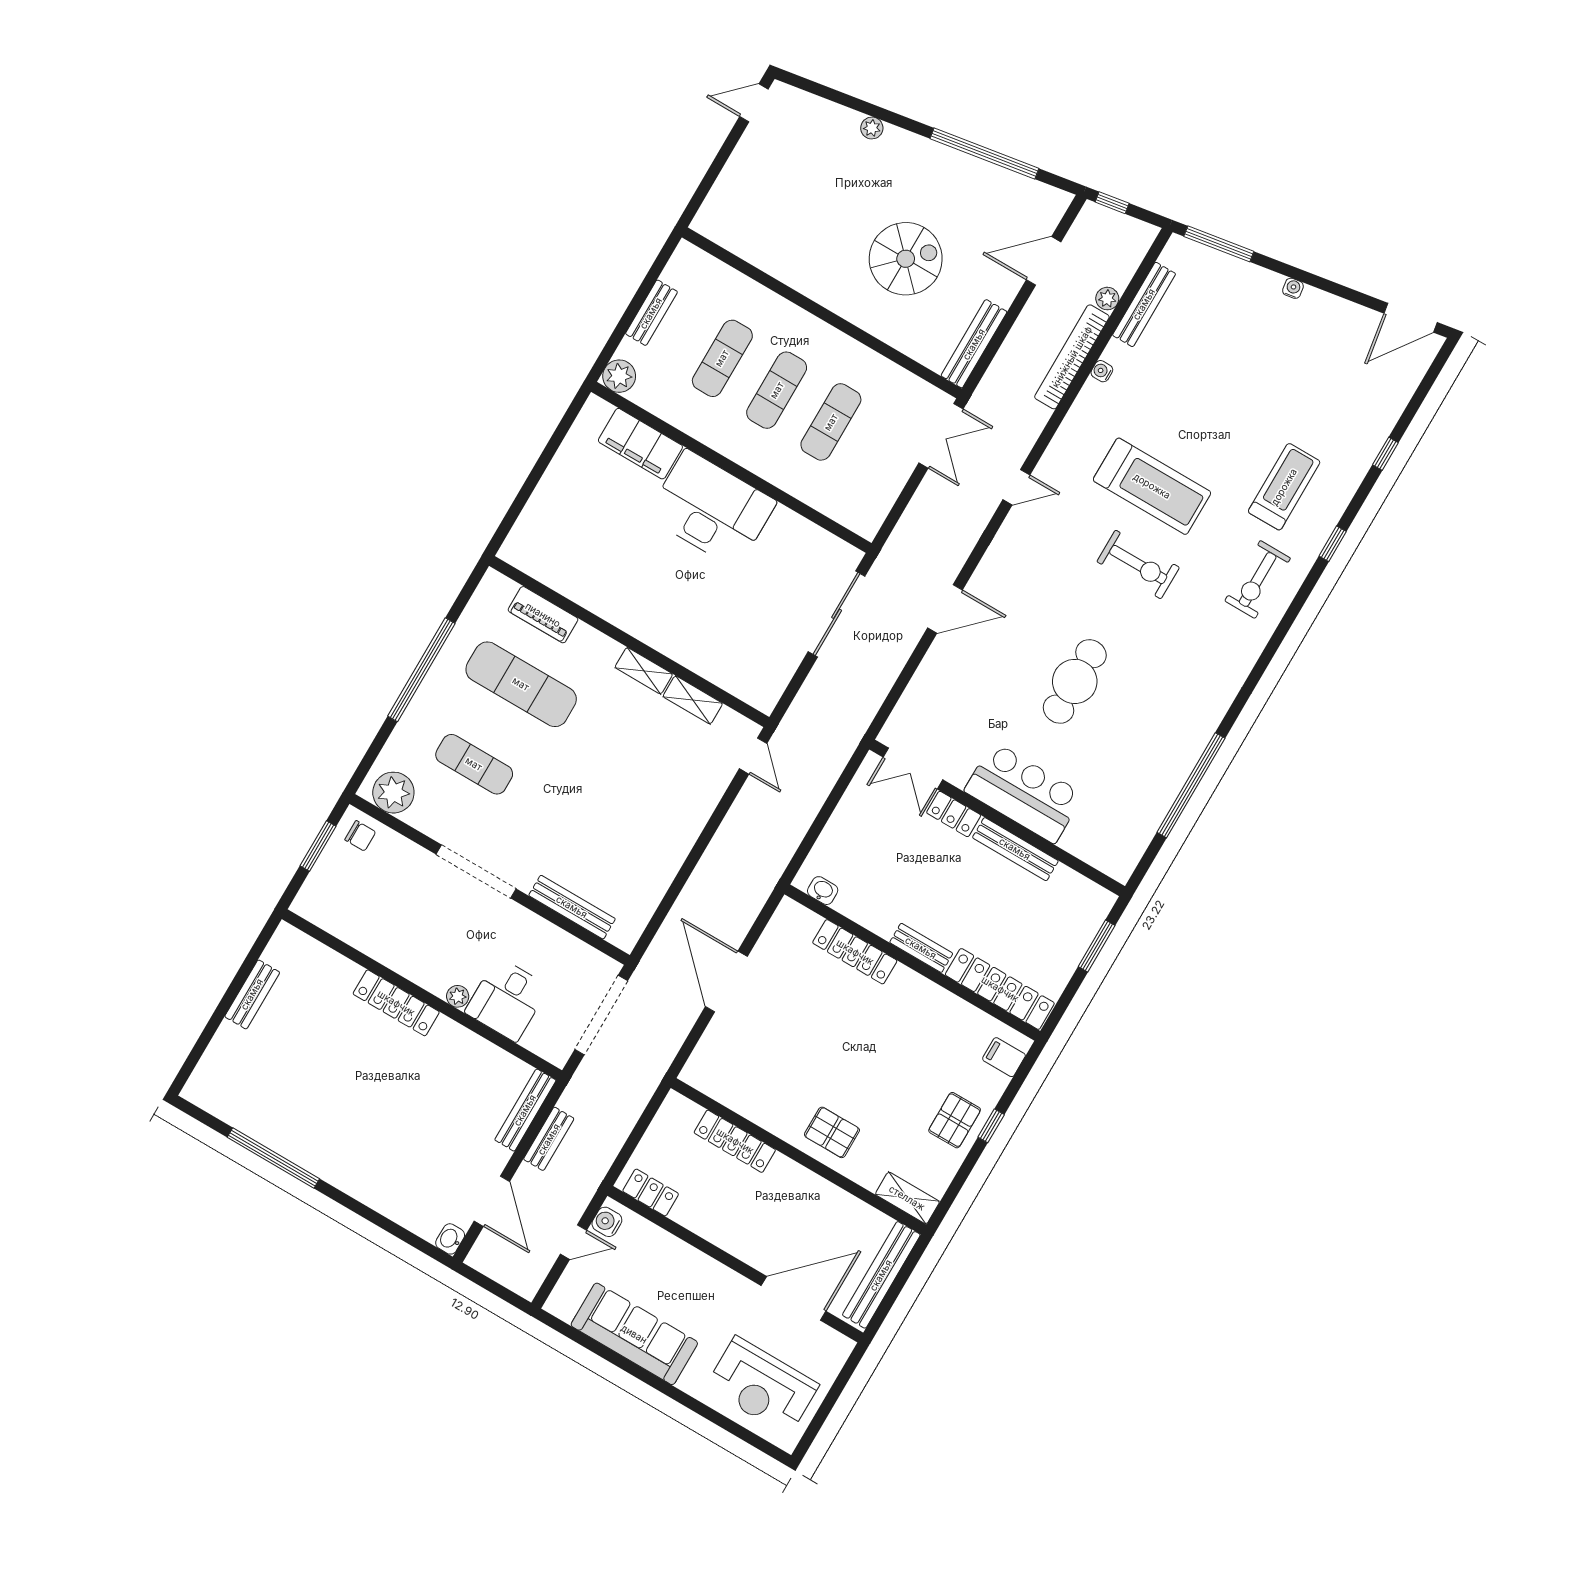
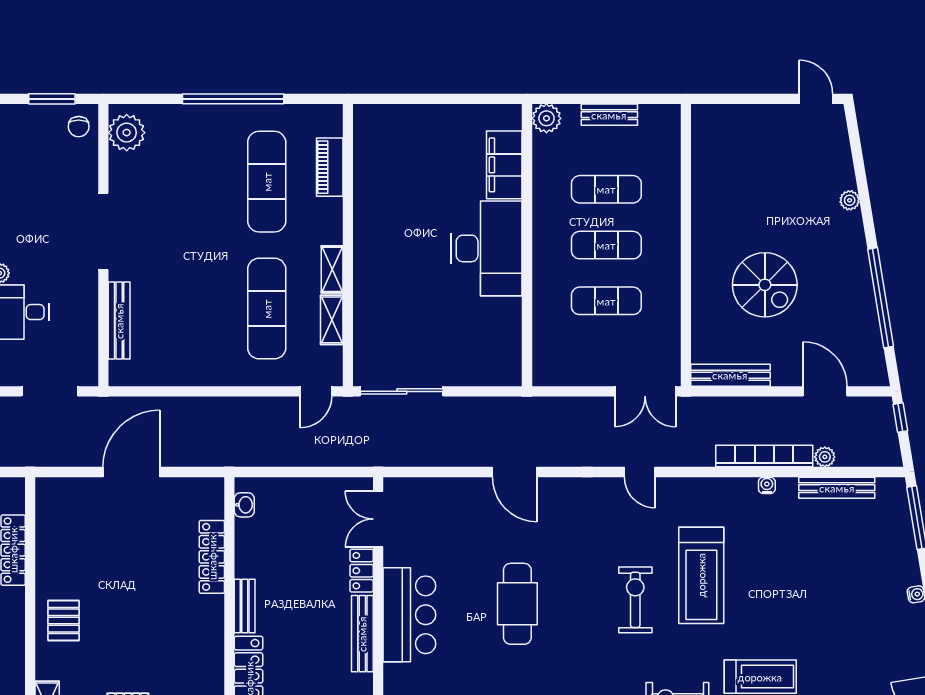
exercise bike: (1138, 565) -> (635, 600), turned 180
sliding door: (837, 614) -> (402, 391), moved
cafe table: (1075, 681) -> (517, 604), turned 90
exercise mat: (474, 764) -> (267, 309), moved, width x1.36, depth x1.45
doorway: (601, 1015) -> (50, 391), width x0.73

